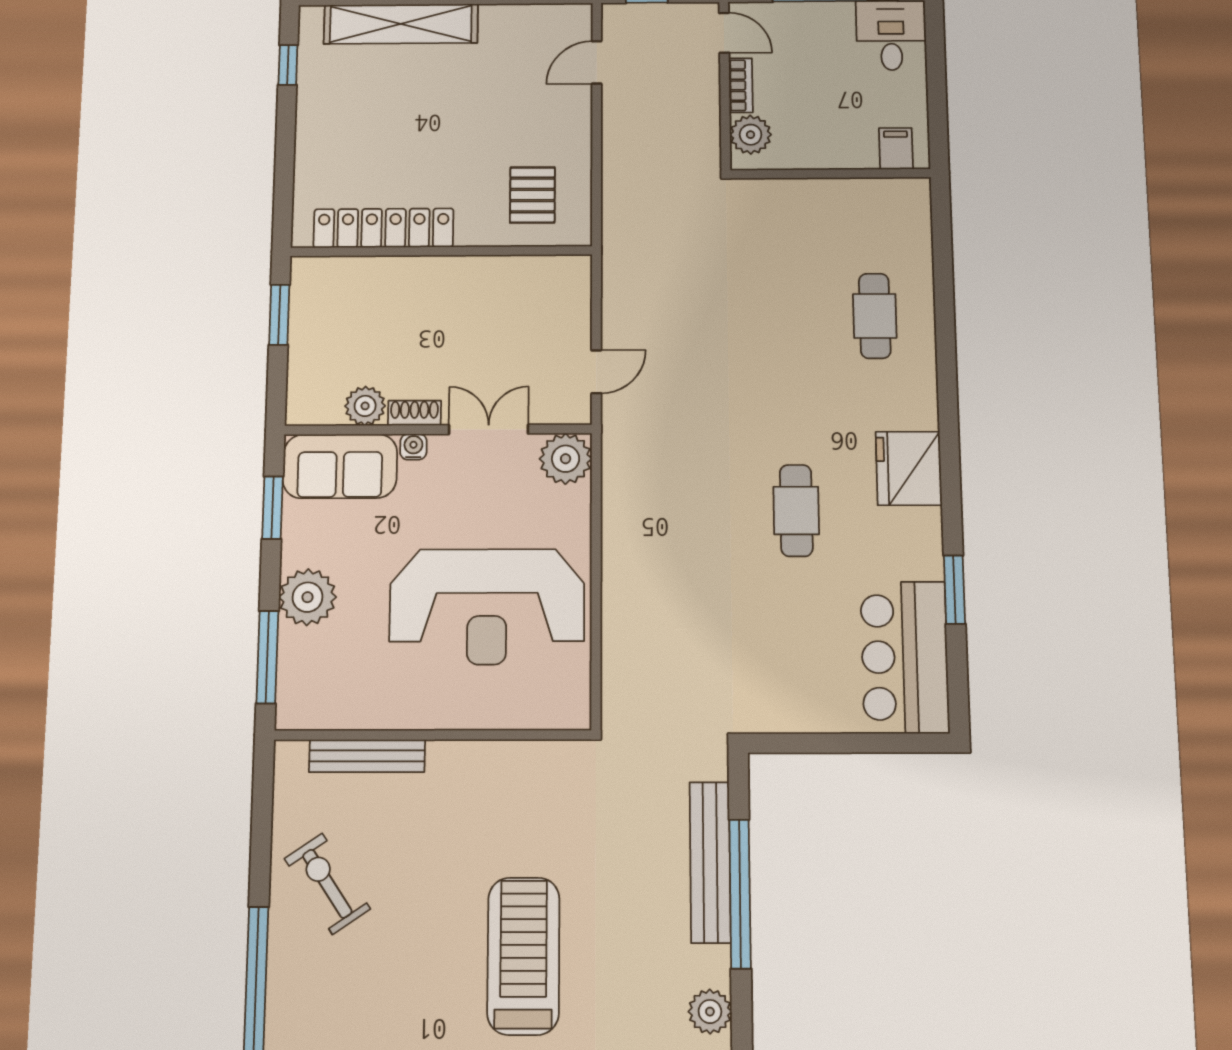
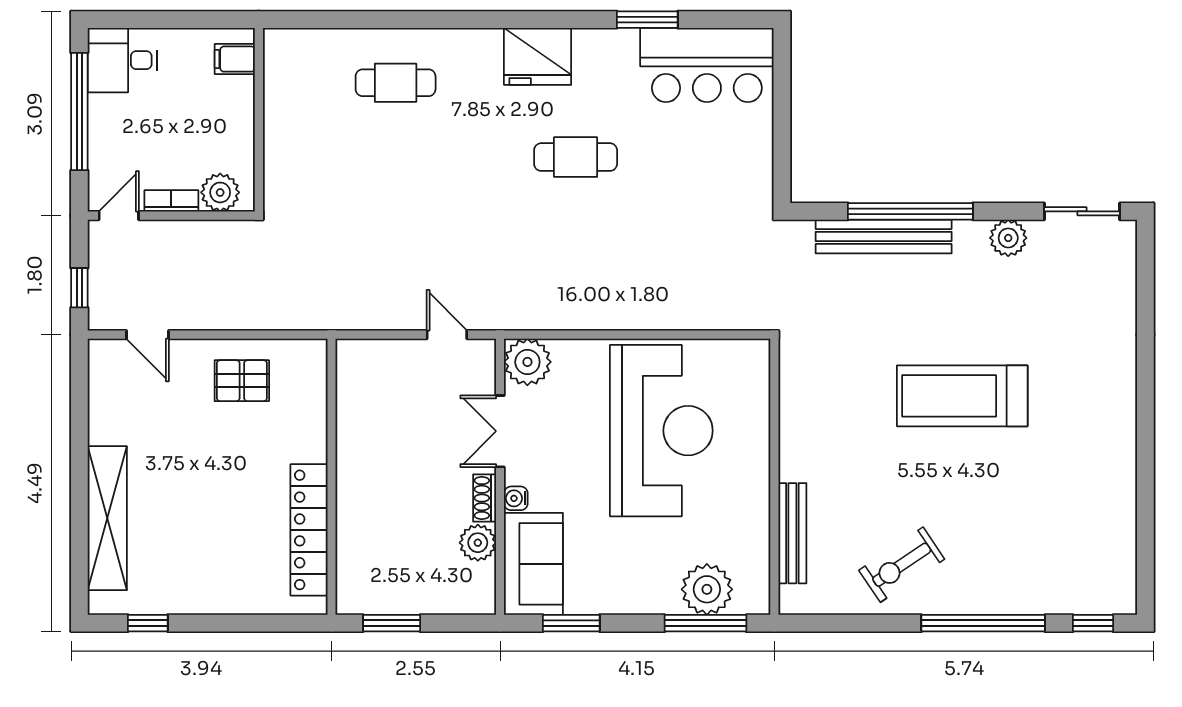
pallet: (532, 195) -> (242, 381), moved
plant: (308, 597) -> (707, 589), moved

